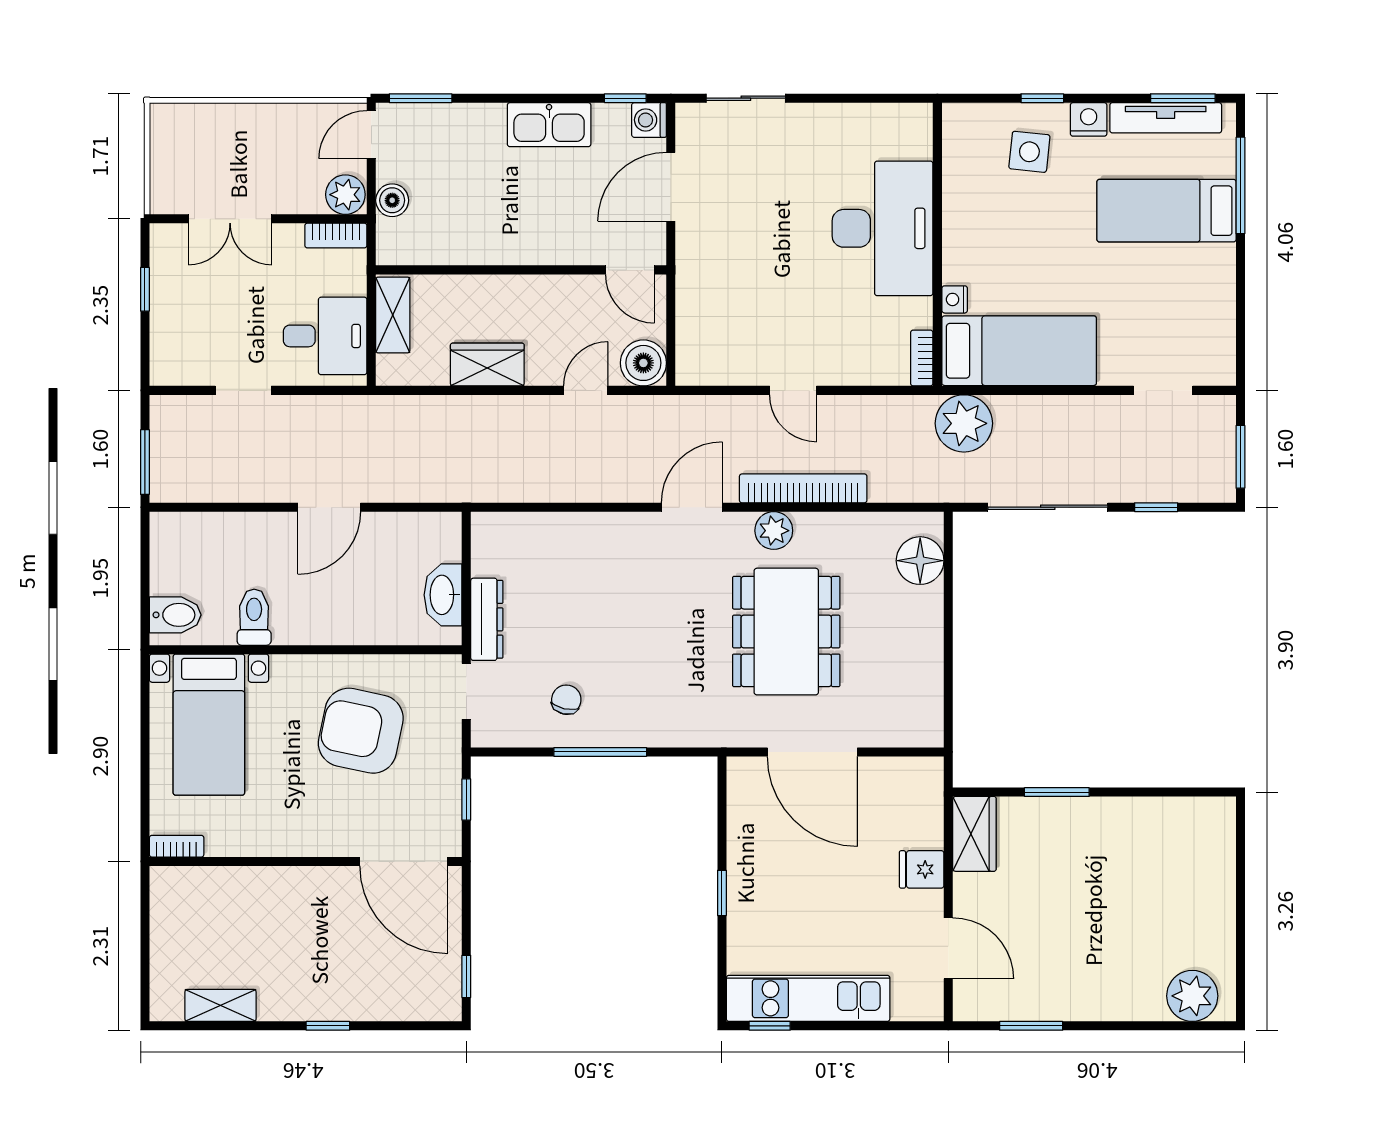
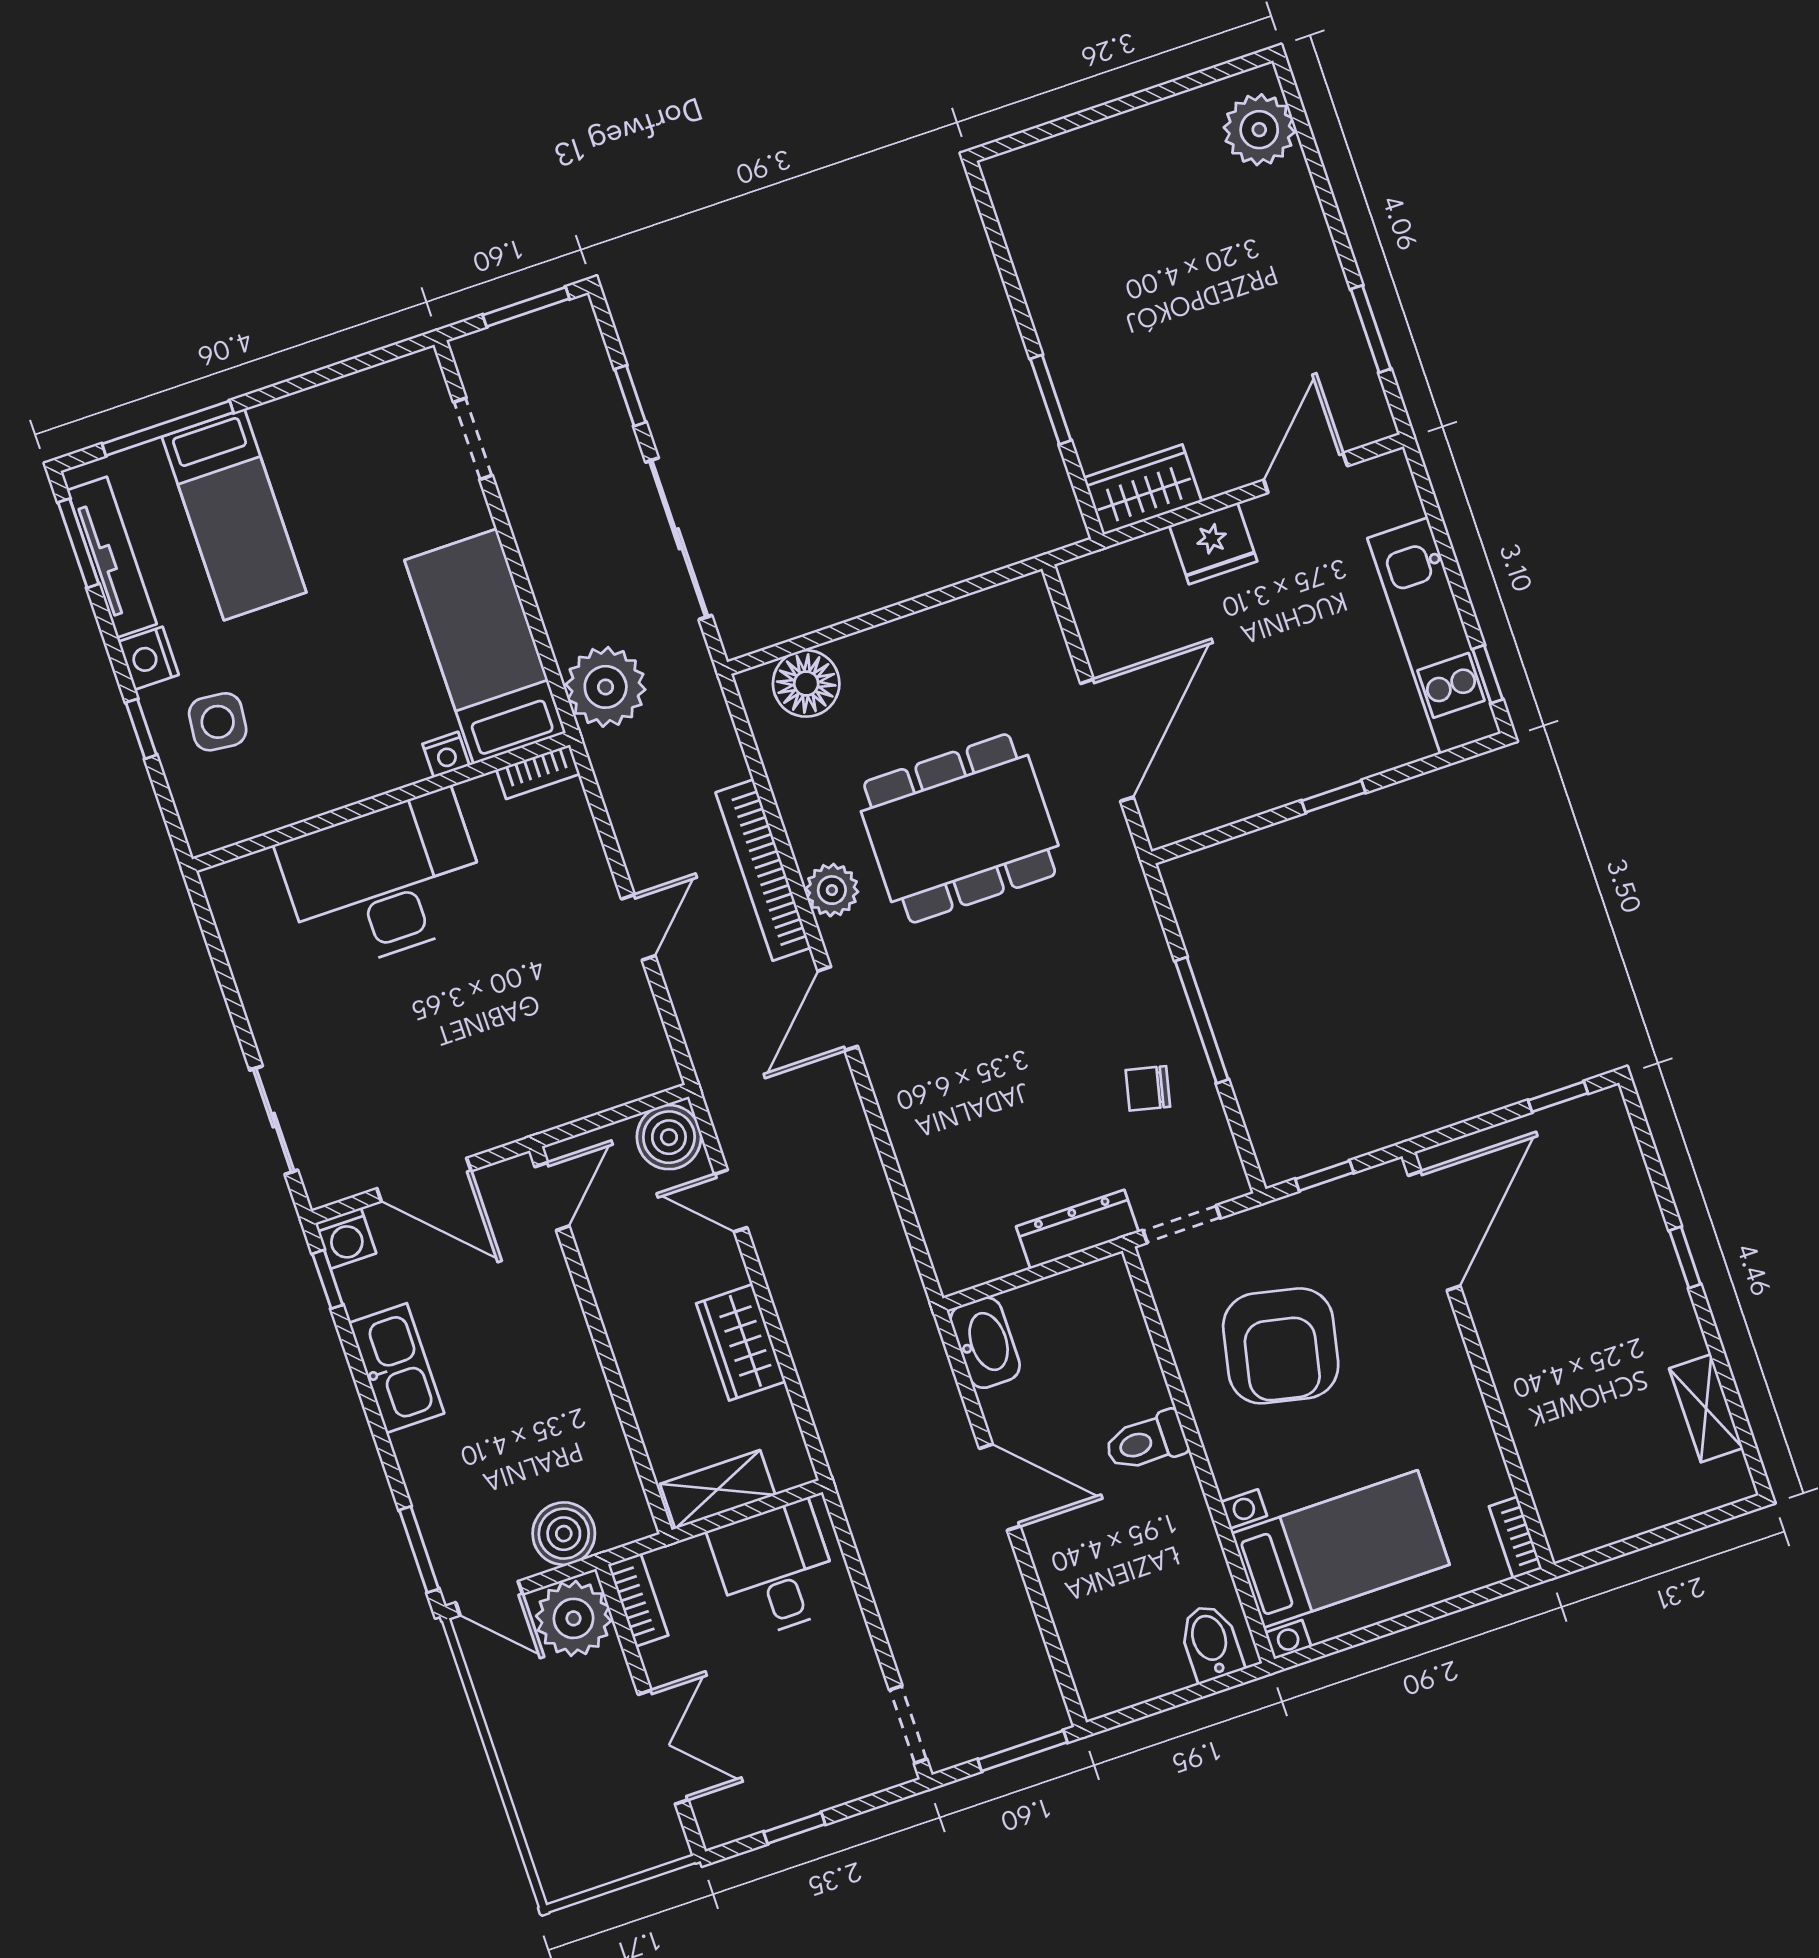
plant: (345, 195) -> (574, 1618), width x1.36, depth x1.36
boiler: (392, 200) -> (564, 1534), width x1.36, depth x1.36
doorway: (243, 390) -> (908, 1724), moved
door: (692, 507) -> (838, 1009), hinge flipped
washbasin: (443, 595) -> (985, 1343), moved, turned -90
toilet: (254, 617) -> (1146, 1442), moved
fridge: (922, 869) -> (1213, 543), width x1.38

